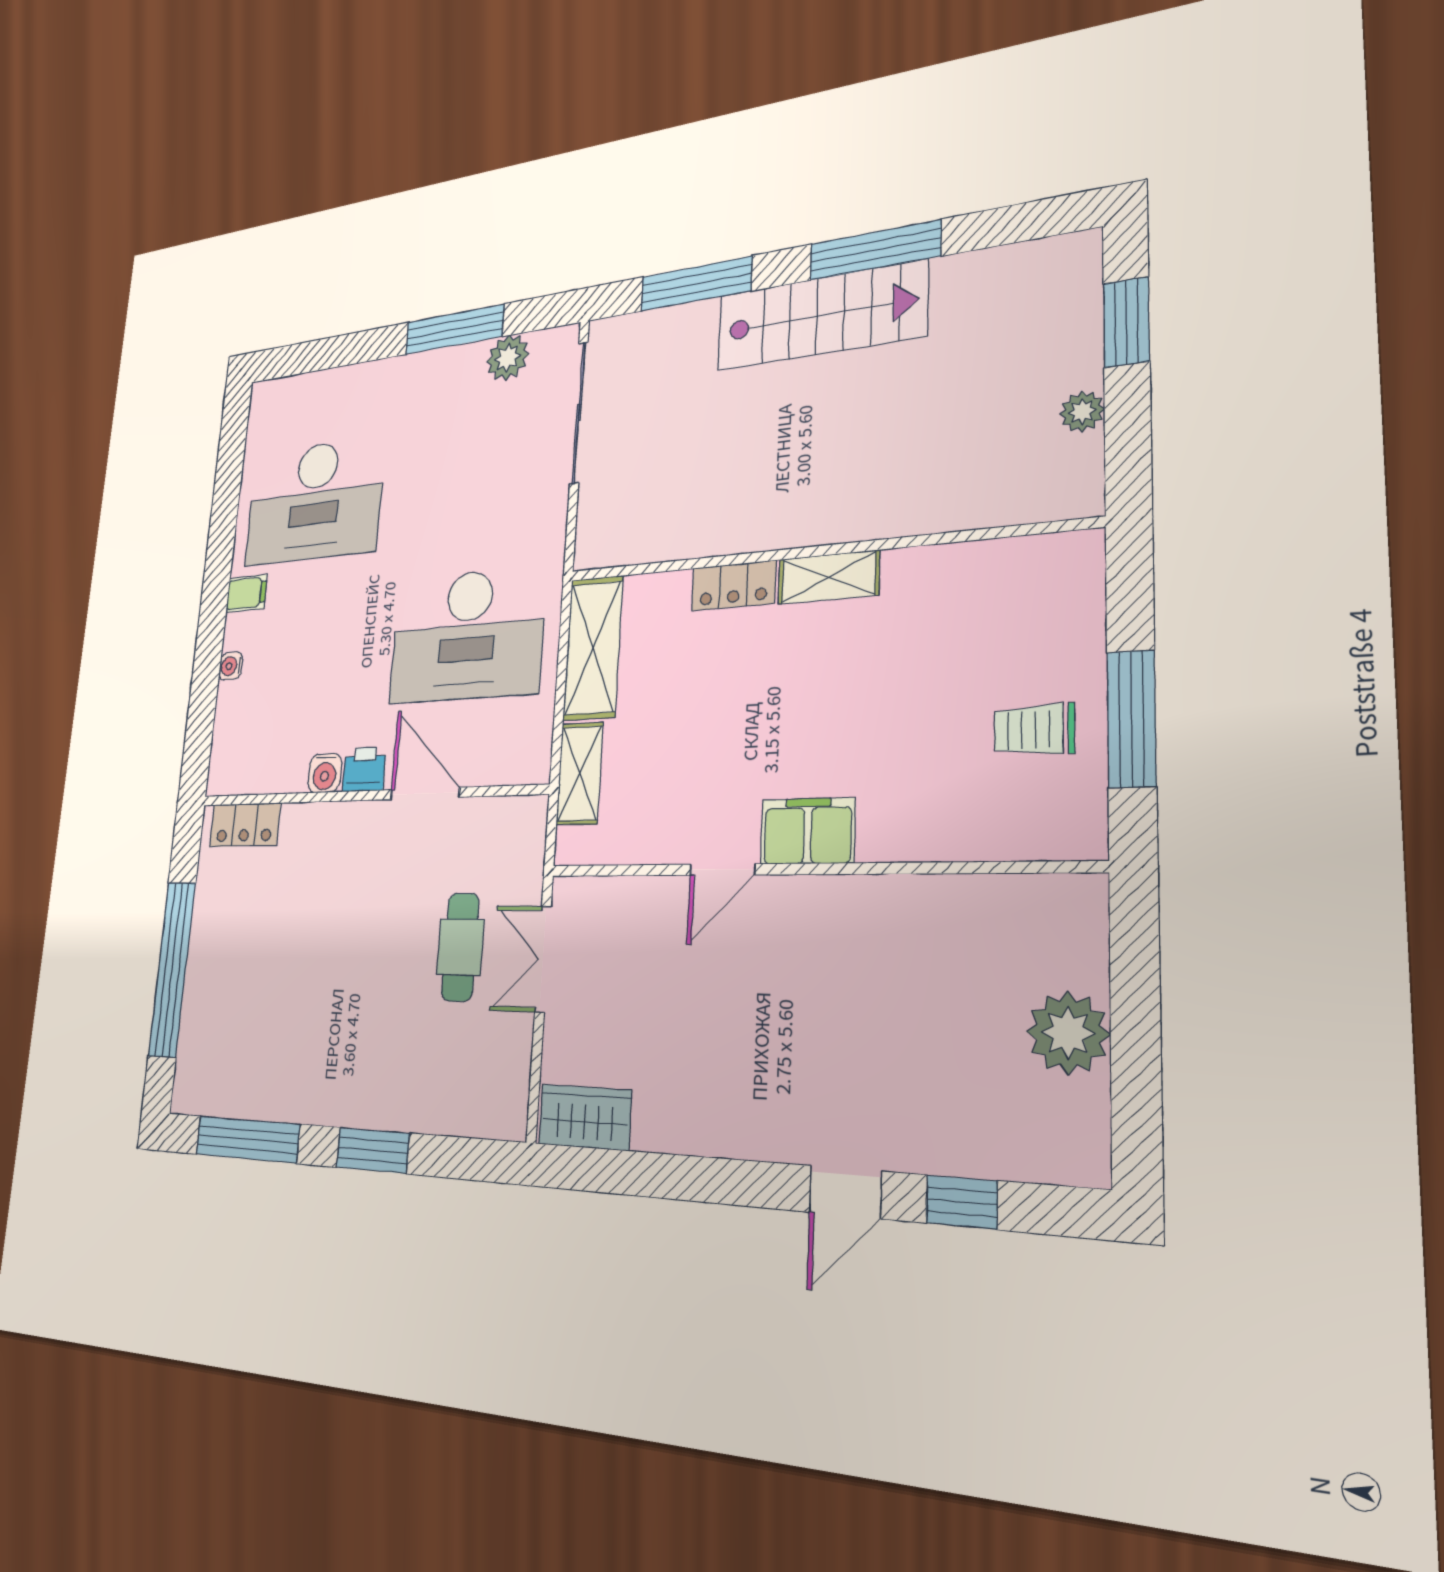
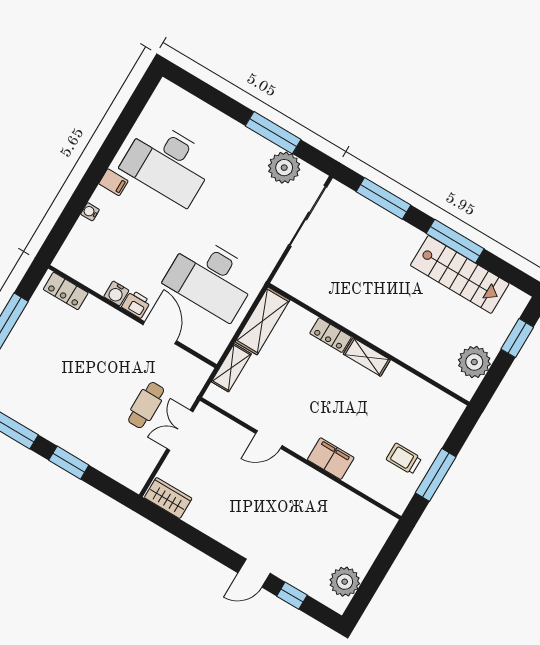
stairs: (821, 316) -> (460, 274), moved
plant: (508, 358) -> (284, 168), width x1.36, depth x1.36
plant: (1082, 412) -> (474, 362), width x1.88, depth x1.88
filing cabinet: (808, 831) -> (331, 459), moved
plant: (1068, 1033) -> (345, 582), moved

